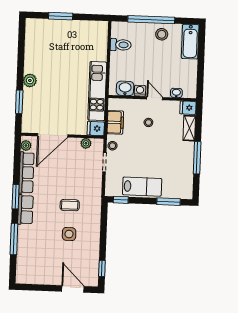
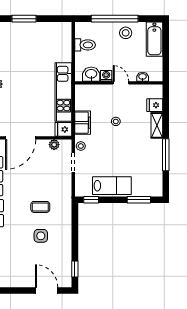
washbasin: (125, 88) -> (91, 74), moved
washing machine: (140, 91) -> (106, 76), moved
washbasin: (176, 93) -> (143, 77), moved
wall: (152, 98) -> (119, 83), moved
door: (155, 98) -> (121, 83), moved

